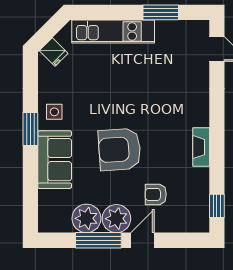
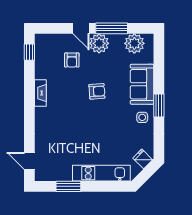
armchair: (120, 149) -> (97, 91), width x0.53, depth x0.53
armchair: (156, 194) -> (72, 60), turned 90
plant: (86, 218) -> (134, 43), moved
door: (142, 240) -> (81, 28), hinge flipped

